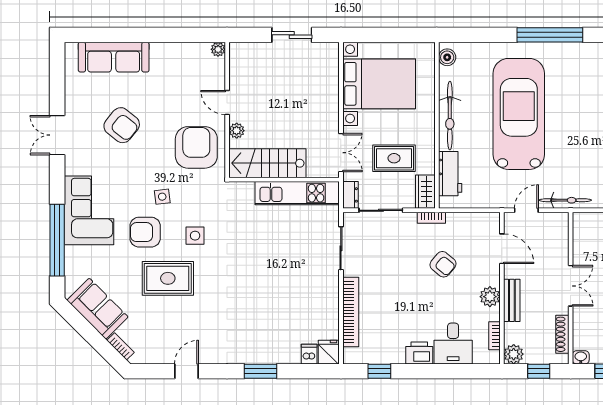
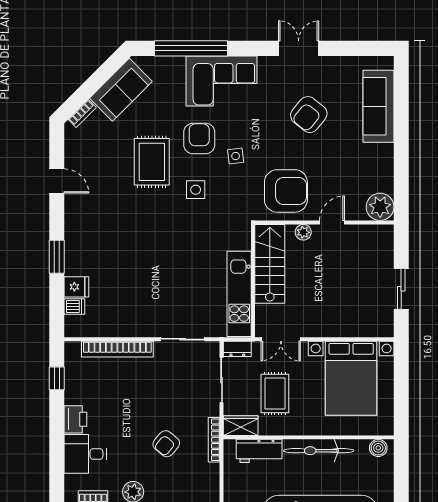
plant: (218, 49) -> (380, 207), width x1.88, depth x1.88
bookcase: (431, 218) -> (214, 440), width x1.56
fridge: (328, 352) -> (76, 287), moved

